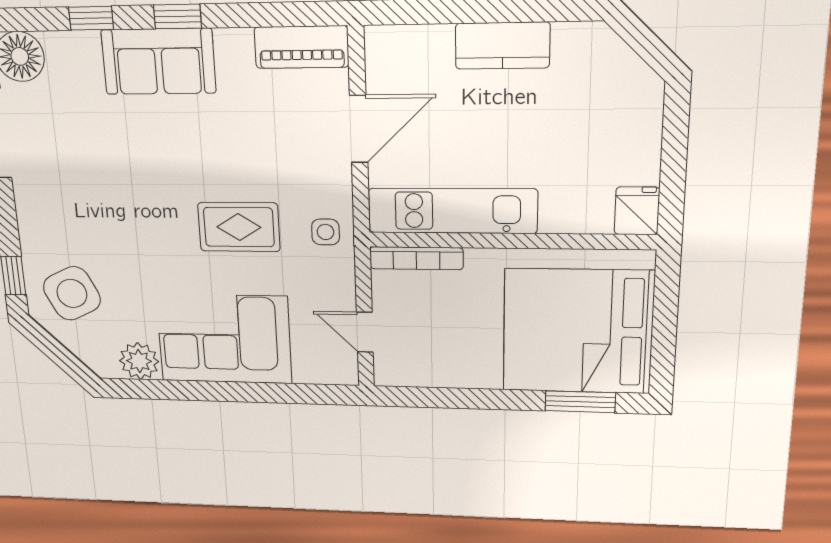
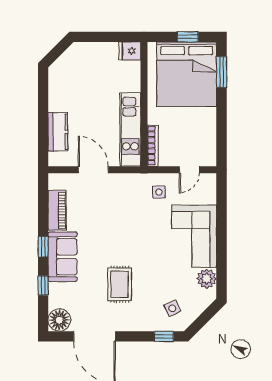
kitchen counter: (503, 46) -> (58, 132), moved
piano: (301, 47) -> (57, 210), moved
rug: (239, 227) -> (120, 284), moved
side table: (326, 232) -> (159, 192), moved
side table: (72, 293) -> (172, 308), width x0.54, depth x0.54
window: (664, 335) -> (188, 37), added

